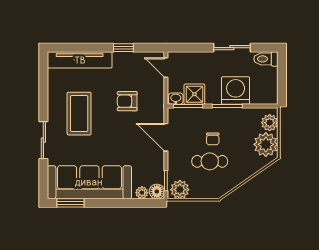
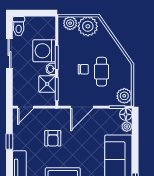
washbasin: (176, 99) -> (51, 69), moved

